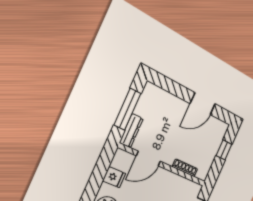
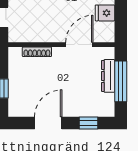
window: (171, 86) -> (89, 123), added
dresser: (131, 131) -> (108, 76), moved

